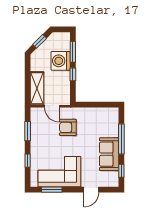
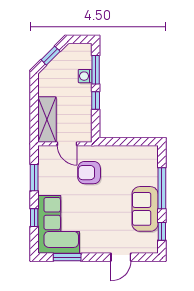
washing machine: (61, 61) -> (85, 76), width x0.53, depth x0.53
corner sofa: (59, 172) -> (59, 224), moved, turned 90

